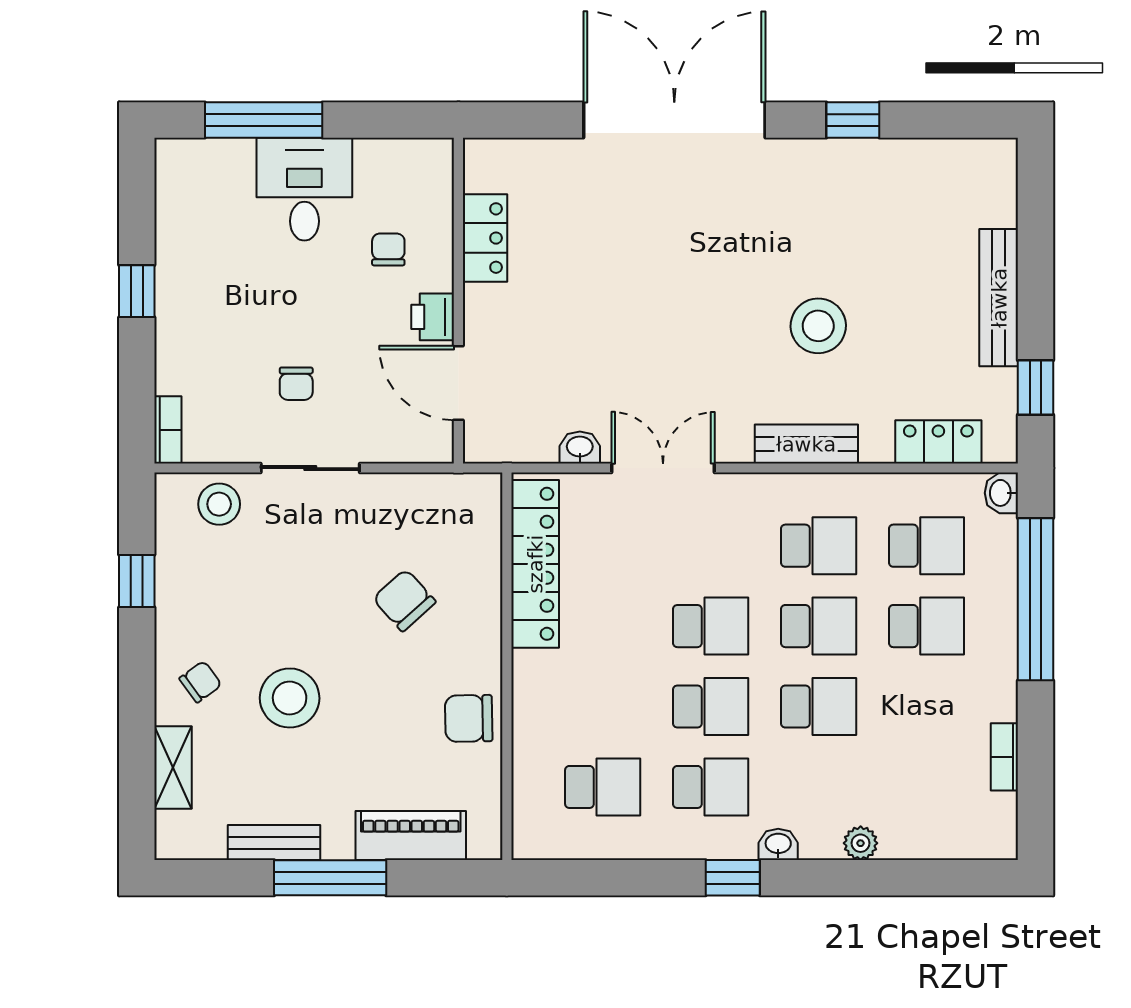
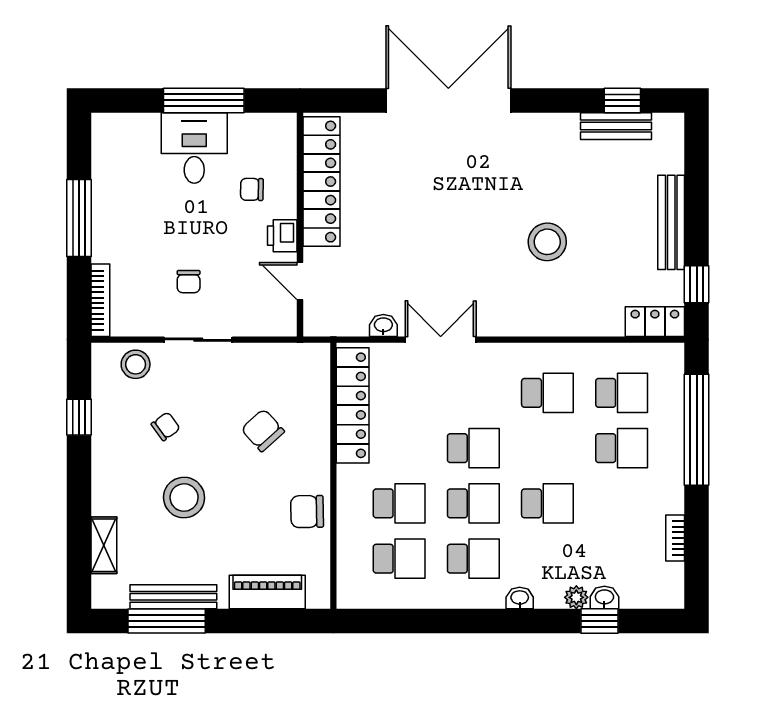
window: (264, 120) -> (204, 100), moved
window: (853, 120) -> (622, 100), moved
locker: (485, 238) -> (321, 182), width x2.16, depth x1.21
chair: (388, 249) -> (252, 189), turned -89
window: (137, 291) -> (79, 218), width x2.17
door: (458, 383) -> (300, 281), width x0.73
bookcase: (168, 430) -> (100, 300), width x1.56
locker: (938, 442) -> (655, 322), moved
bench: (806, 444) -> (616, 126), moved
washbasin: (1001, 493) -> (604, 598), moved, turned 90
school desk: (819, 626) -> (399, 503), moved
chair: (200, 682) -> (166, 426), moved
bench: (274, 843) -> (173, 597), width x1.36
window: (330, 878) -> (167, 621), moved
window: (733, 878) -> (600, 621), moved

